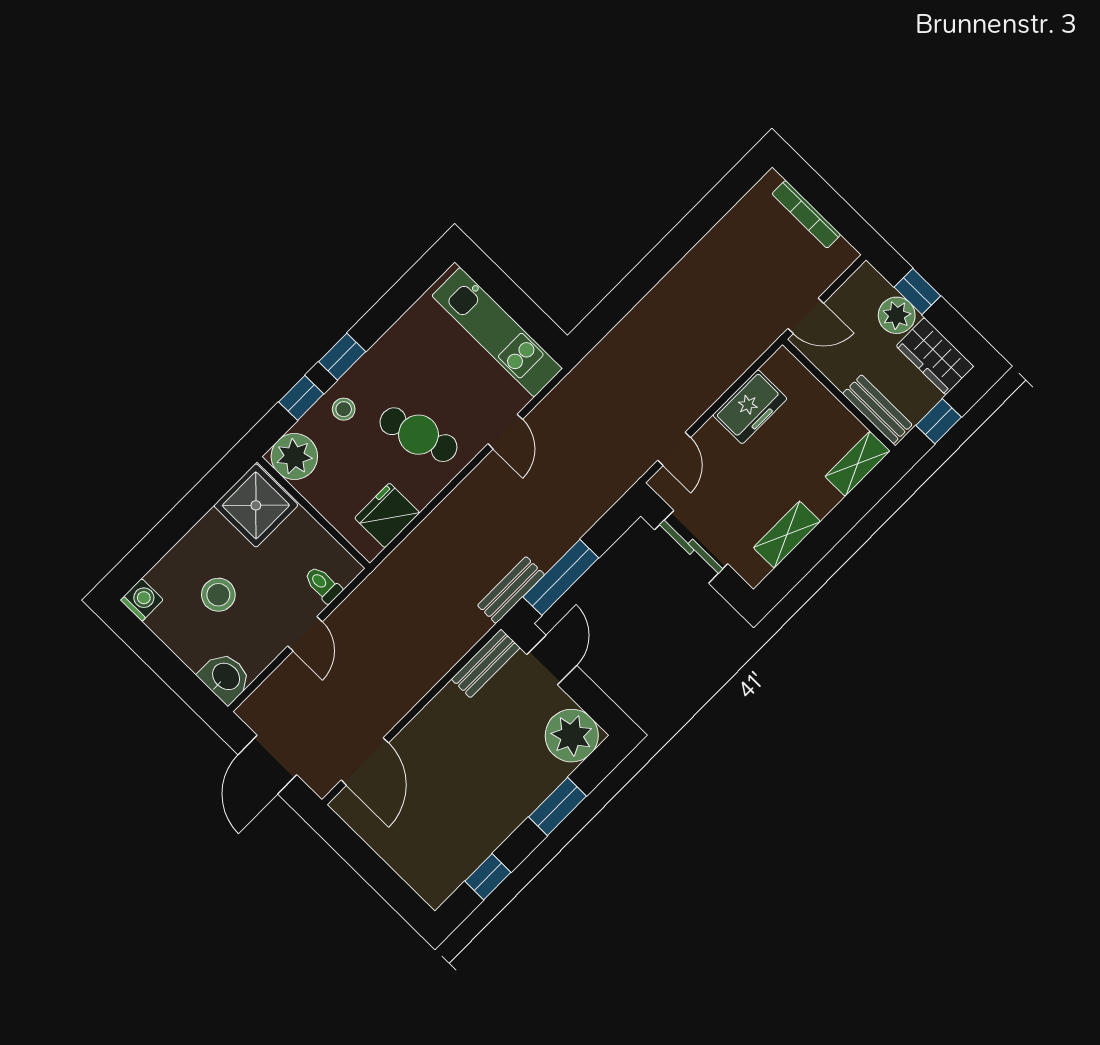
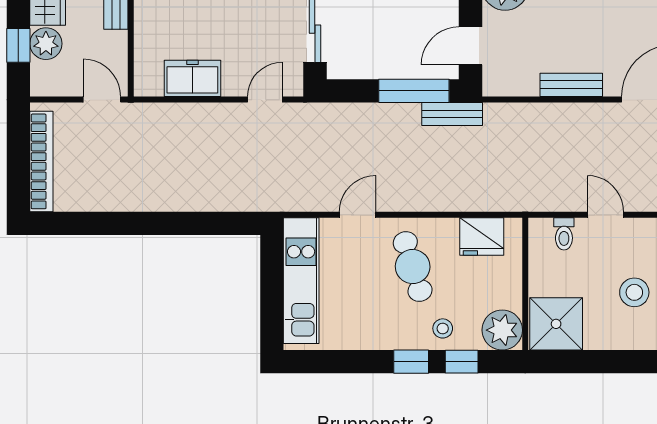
bookcase: (806, 214) -> (41, 161), width x1.48, depth x1.31
door: (305, 634) -> (605, 215), hinge flipped
bench: (486, 663) -> (571, 85), moved

